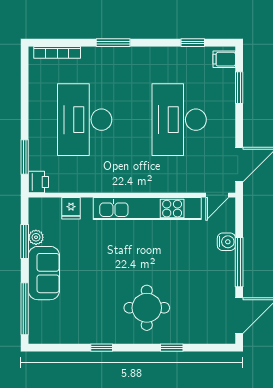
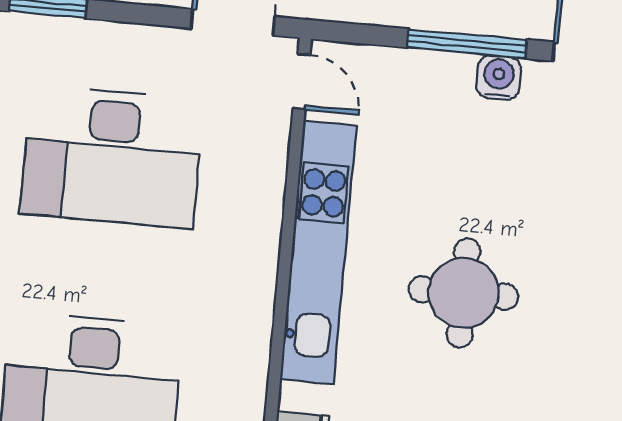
water cooler: (226, 242) -> (499, 77), moved
round table: (147, 308) -> (463, 293), moved

